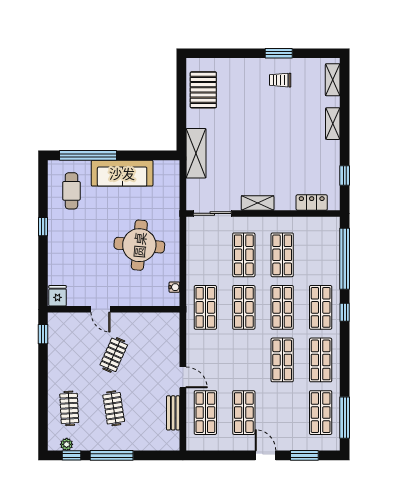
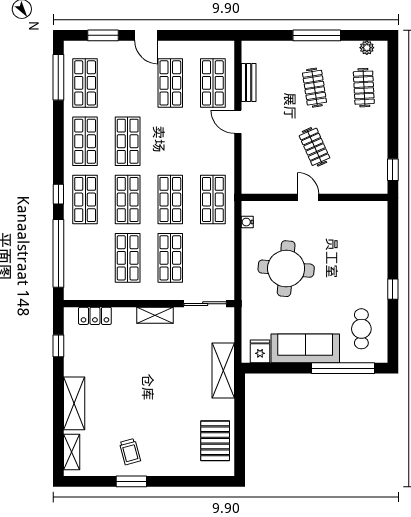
trolley: (280, 80) -> (130, 452), turned 75
shelving: (333, 124) -> (74, 403), width x1.50, depth x1.33
fridge: (58, 296) -> (260, 351), moved, turned 180
door: (101, 309) -> (308, 197), moved
clothes rail: (114, 355) -> (314, 147), turned -48
window: (71, 455) -> (361, 35), removed

